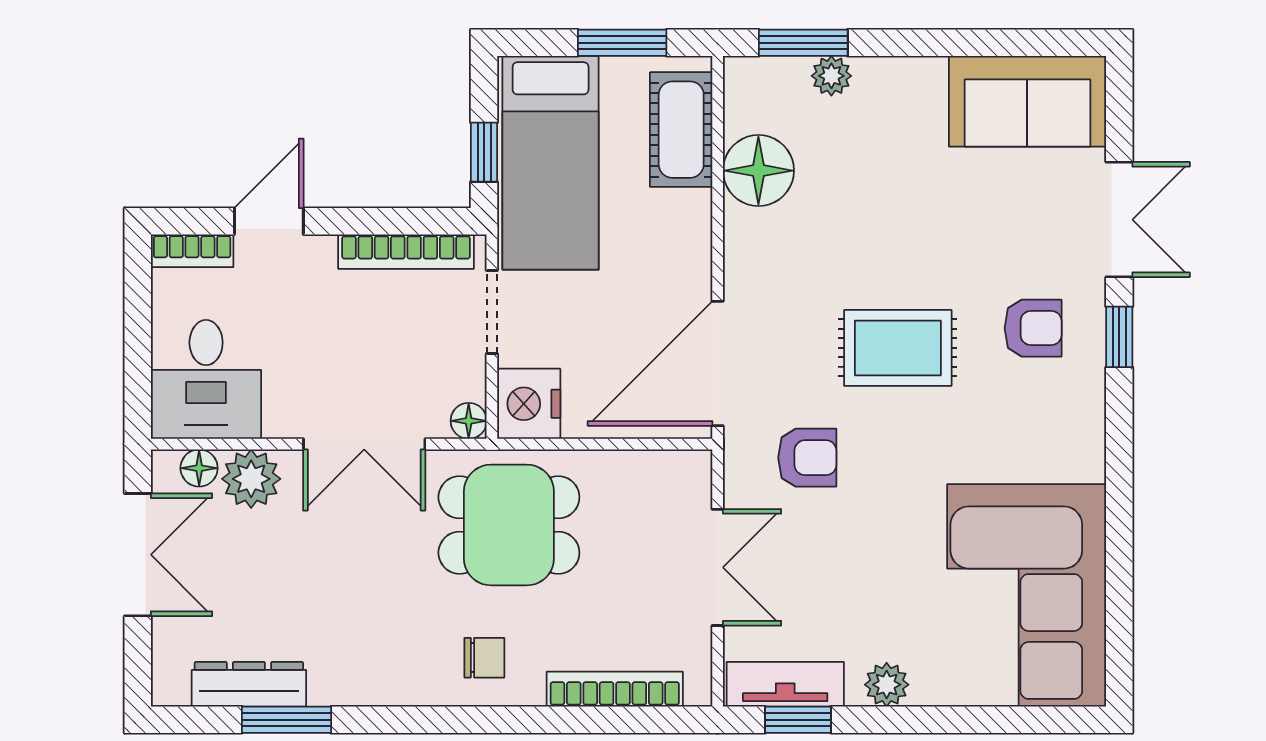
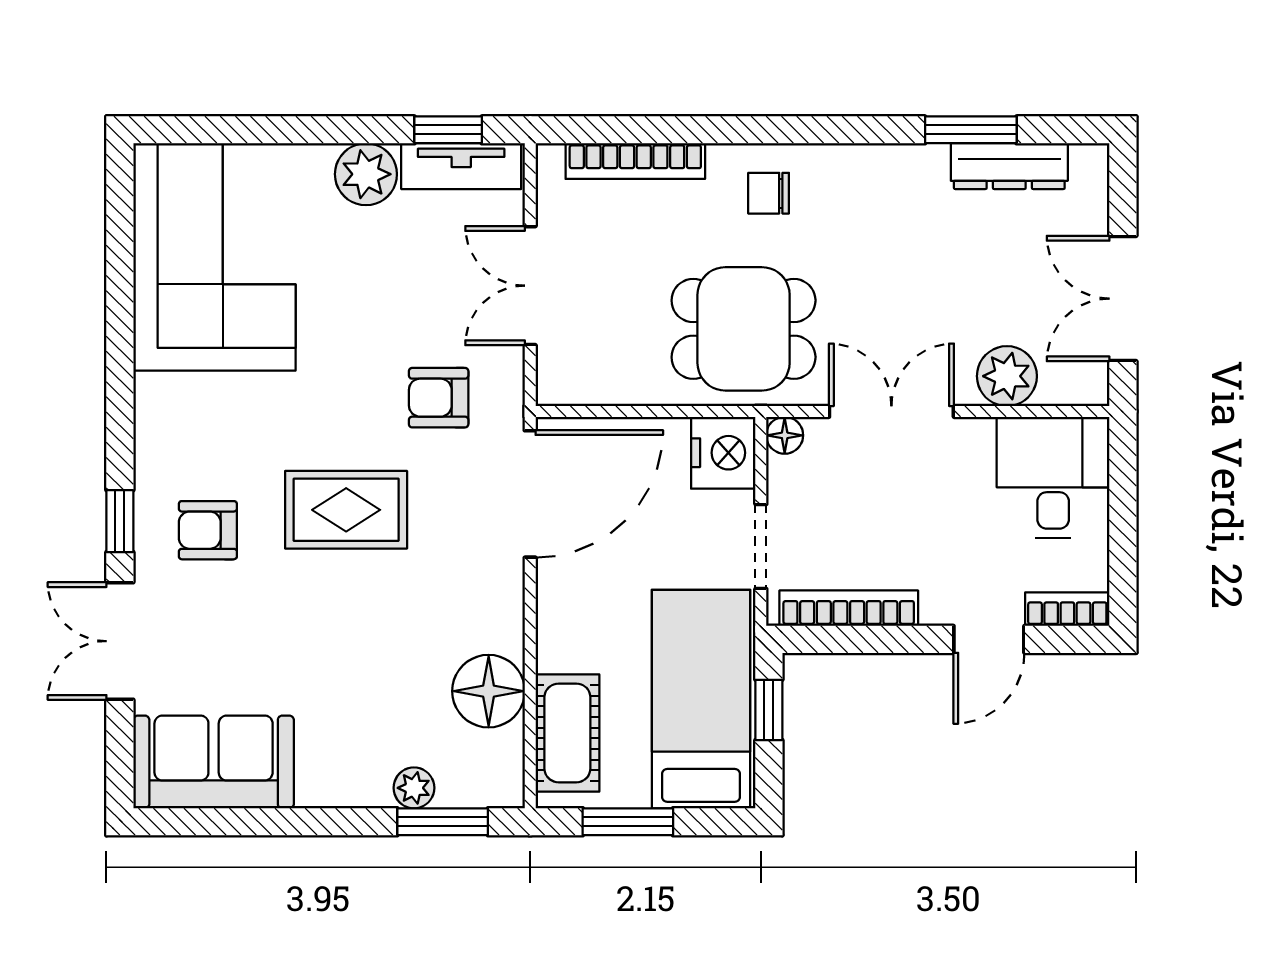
floor lamp: (199, 468) -> (1060, 387), removed
plant: (887, 685) -> (366, 174), width x1.38, depth x1.38

